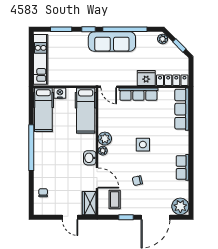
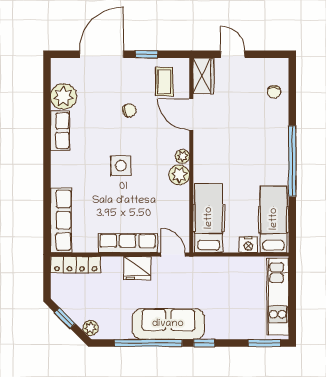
window: (61, 29) -> (264, 343), moved
fridge: (146, 78) -> (137, 268), moved
washbasin: (90, 158) -> (202, 145), removed
plant: (180, 206) -> (63, 96), moved

